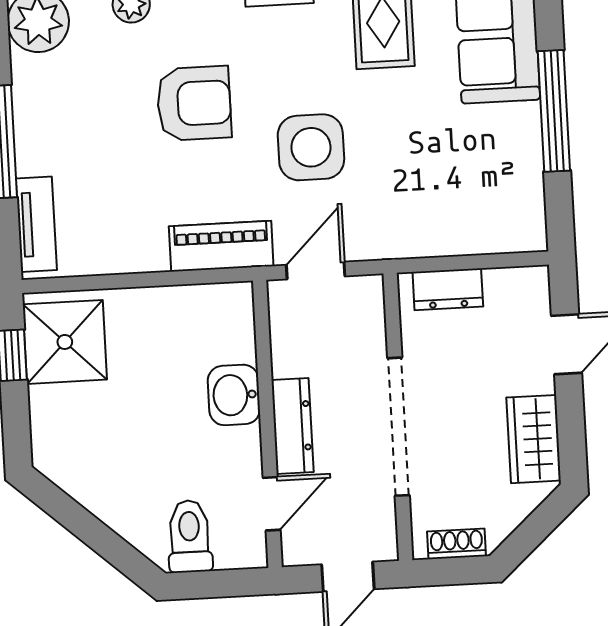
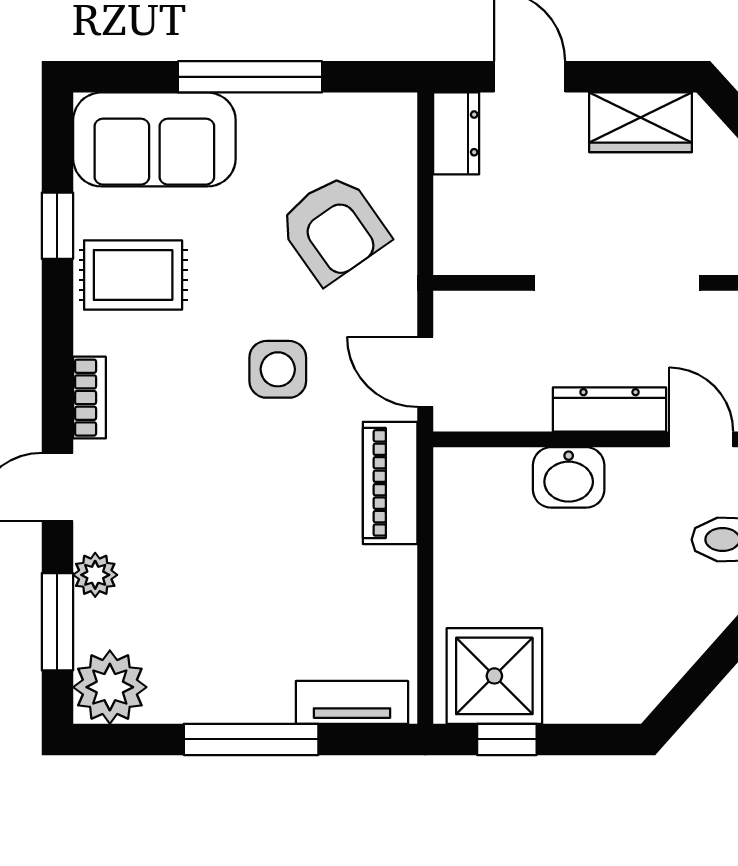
armchair: (194, 103) -> (334, 229), moved, turned 145
side table: (311, 147) -> (278, 369), width x0.73, depth x0.73
dresser: (448, 289) -> (456, 133), moved

